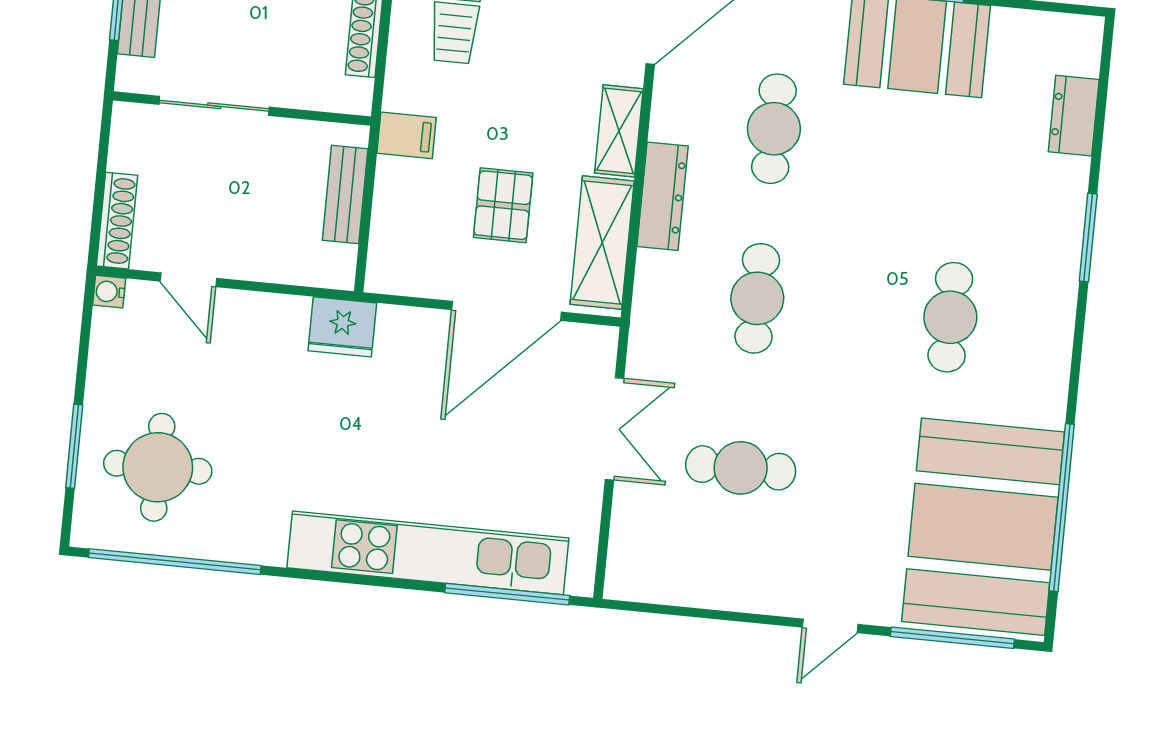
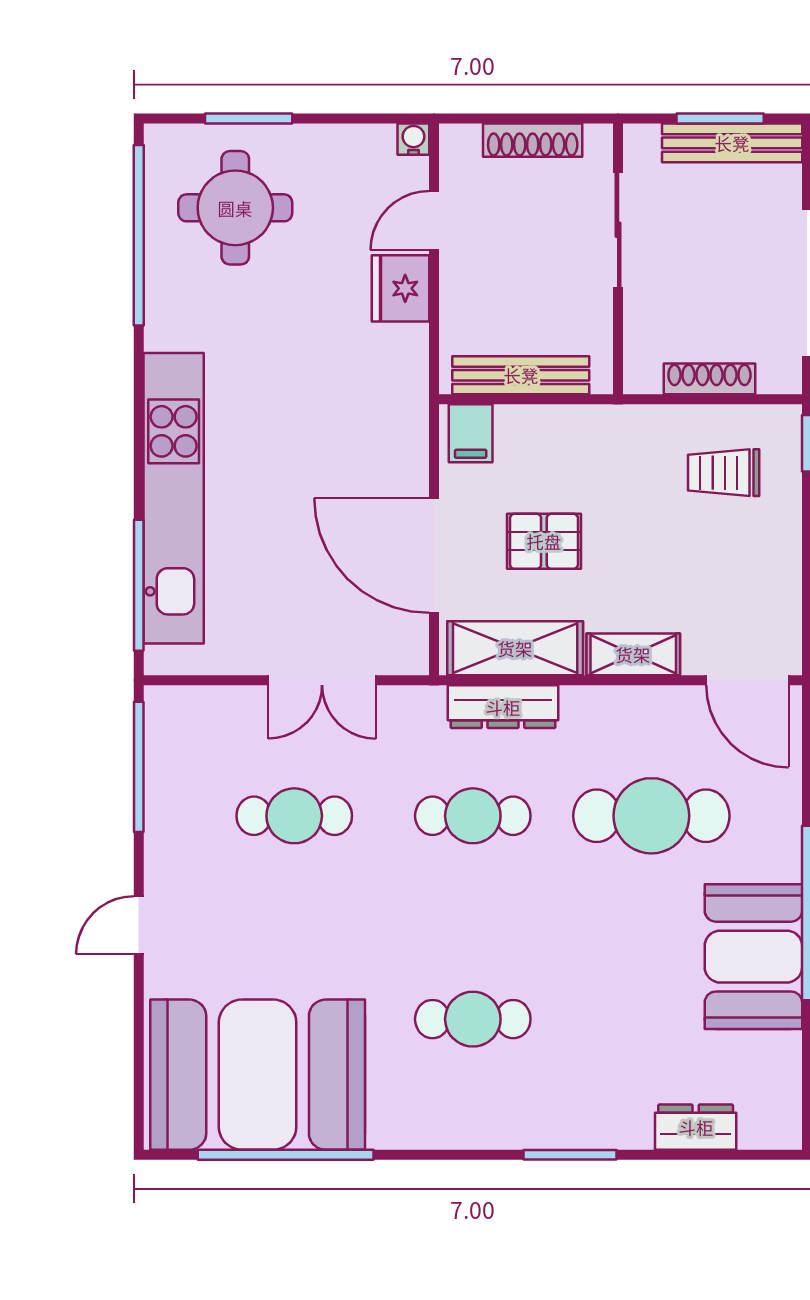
cafe table: (774, 129) -> (651, 816), width x1.37, depth x1.35
filing cabinet: (407, 135) -> (471, 433), moved
bench: (345, 194) -> (521, 375), width x1.36
dresser: (663, 196) -> (503, 707), moved
shoe rack: (117, 221) -> (533, 140), moved
fridge: (342, 327) -> (401, 288), moved
cafe table: (741, 468) -> (294, 816), turned 90
door: (830, 626) -> (139, 925), hinge flipped
window: (952, 638) -> (139, 767), moved

